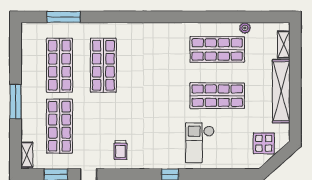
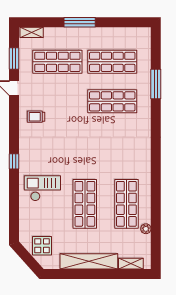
window: (64, 17) -> (156, 84), moved

